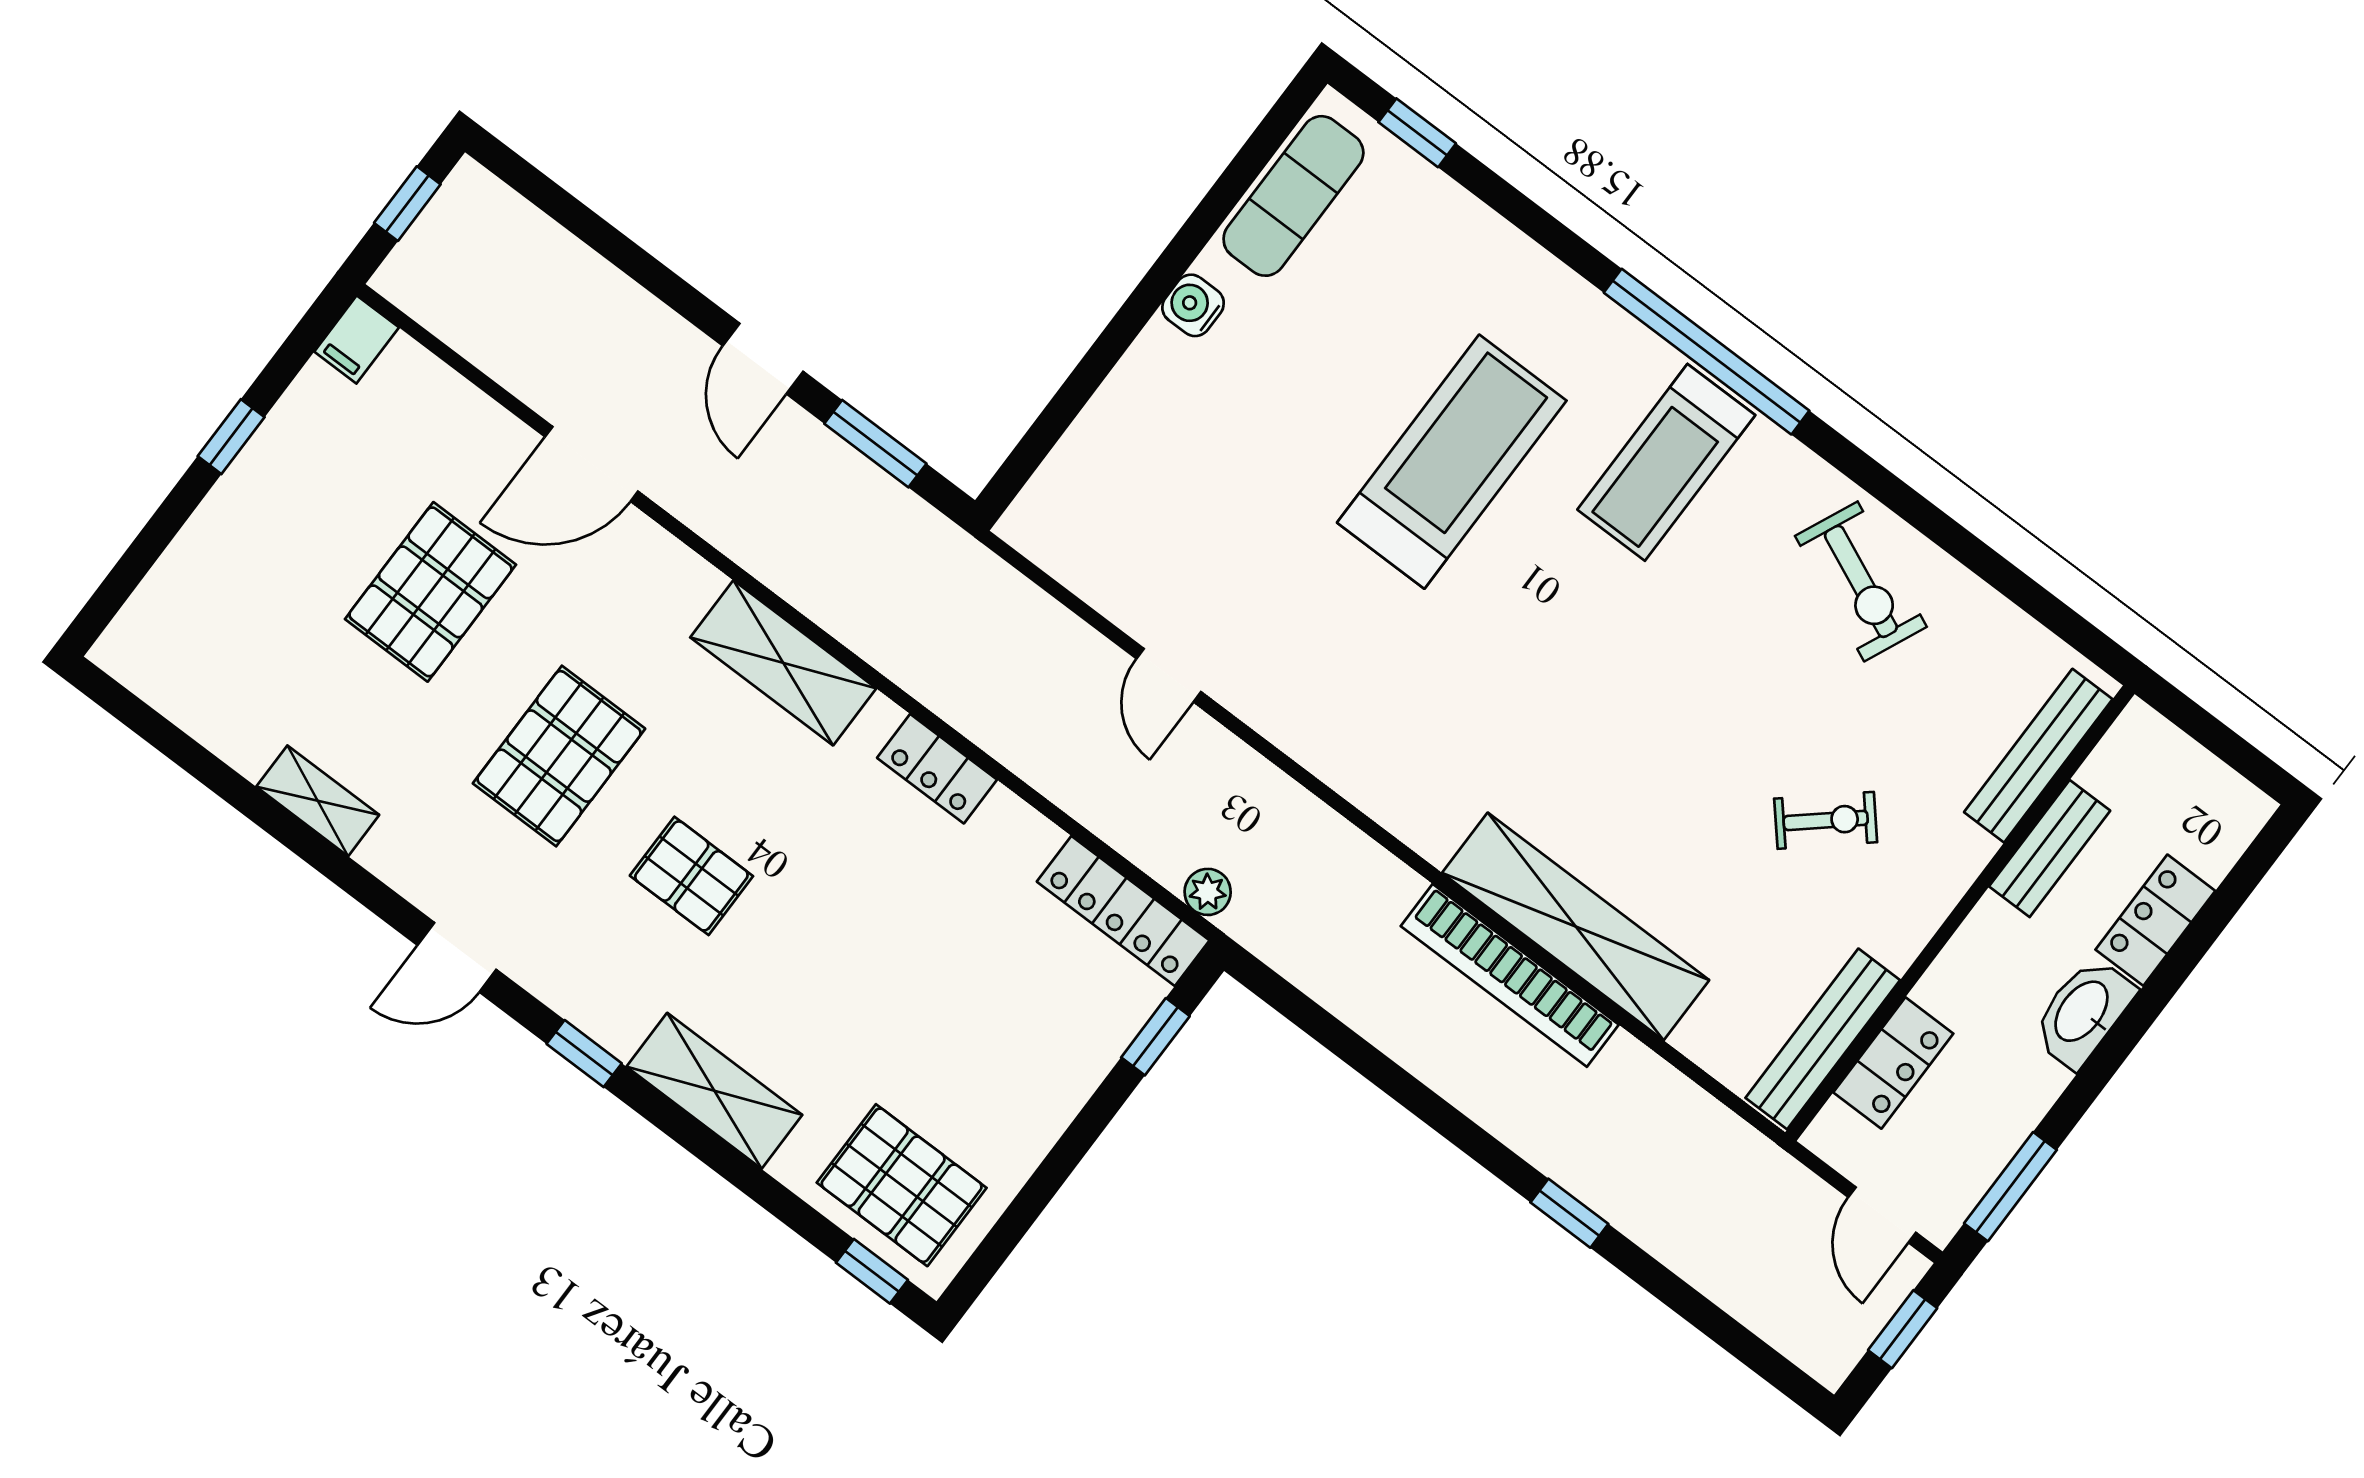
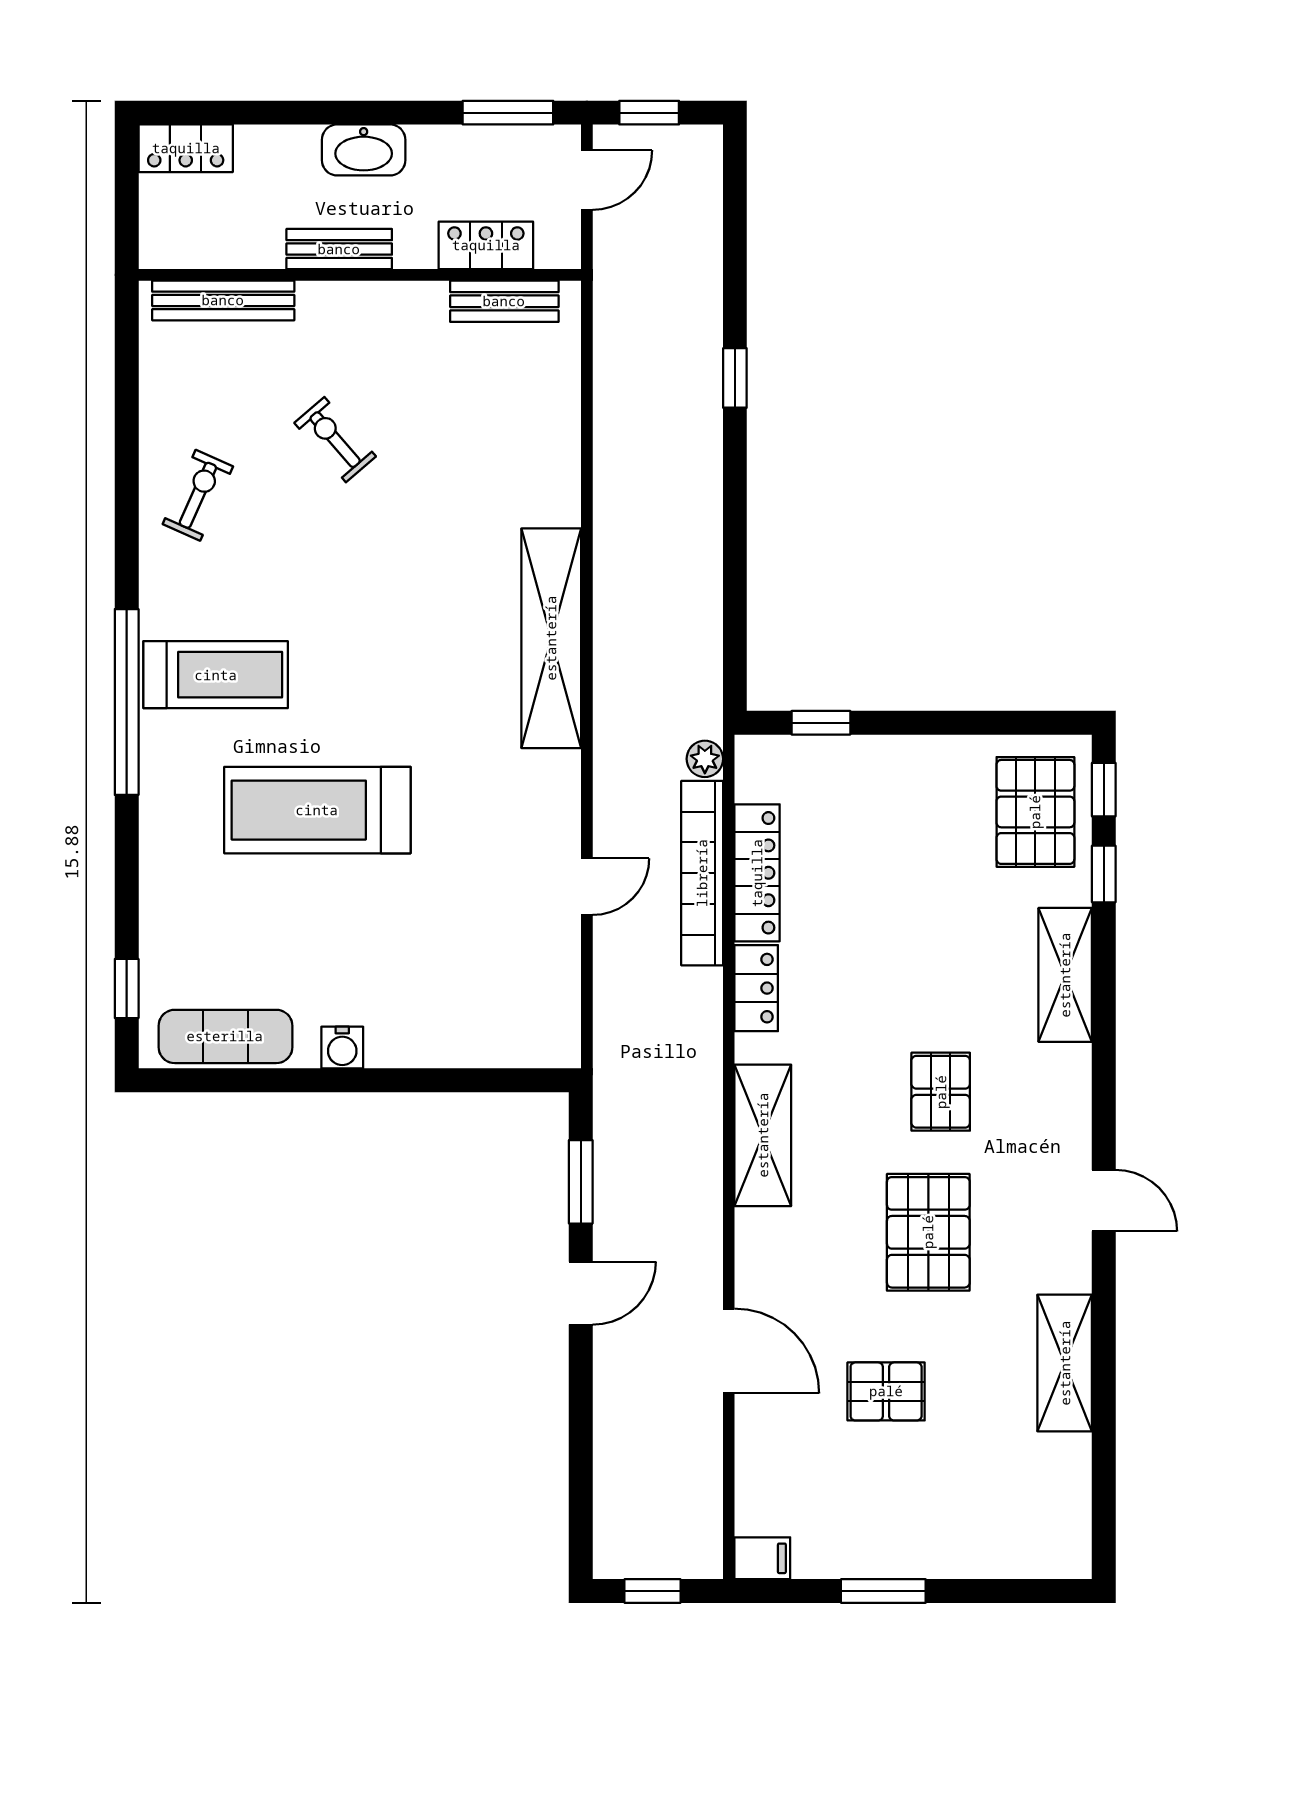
window: (231, 437) -> (883, 1591), width x1.50
exercise bike: (1861, 581) -> (198, 495), width x0.73, depth x0.72
pallet: (431, 592) -> (886, 1391), width x0.67, depth x0.71
pallet: (559, 756) -> (928, 1232), turned 90
shelving: (318, 801) -> (1065, 1363), width x1.50, depth x1.33
exercise bike: (1826, 820) -> (335, 440), moved
bench: (2050, 849) -> (339, 249), moved
locker: (1123, 911) -> (757, 873), moved
locker: (2155, 920) -> (186, 148), moved
shelving: (1576, 926) -> (551, 638), moved
bookcase: (1510, 975) -> (702, 873), moved, turned 180
bench: (1823, 1039) -> (504, 301), width x0.73
window: (584, 1054) -> (1104, 874), moved

